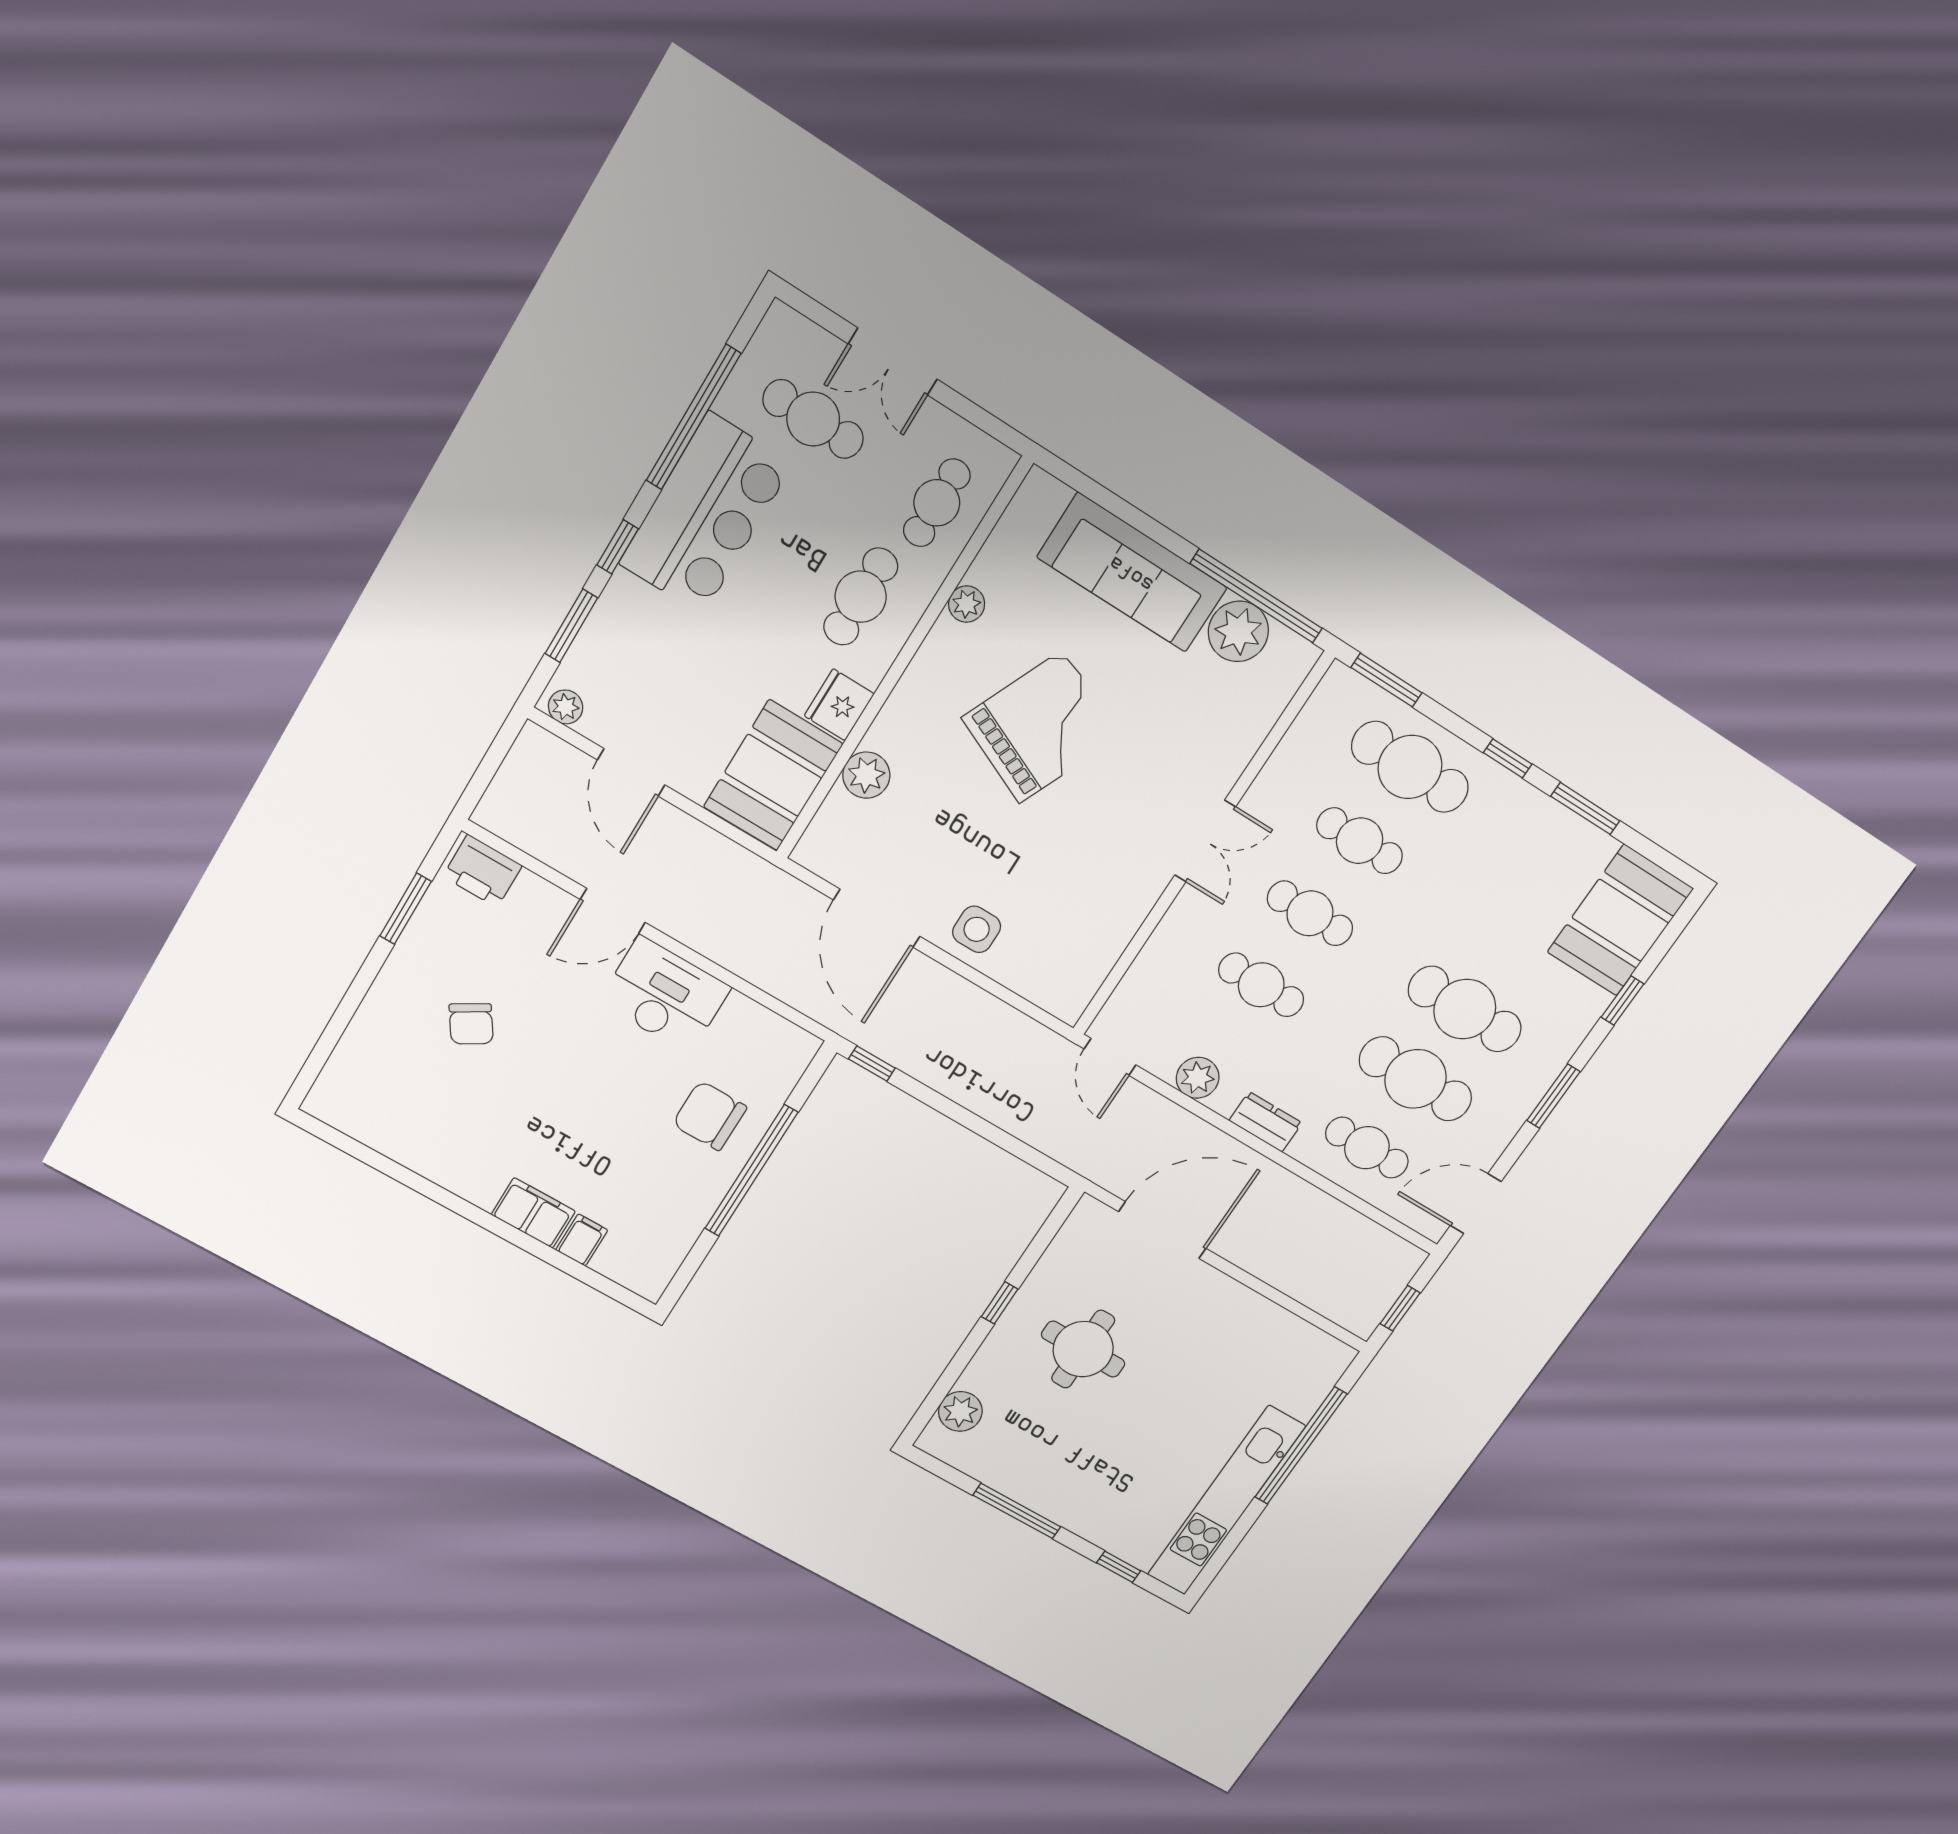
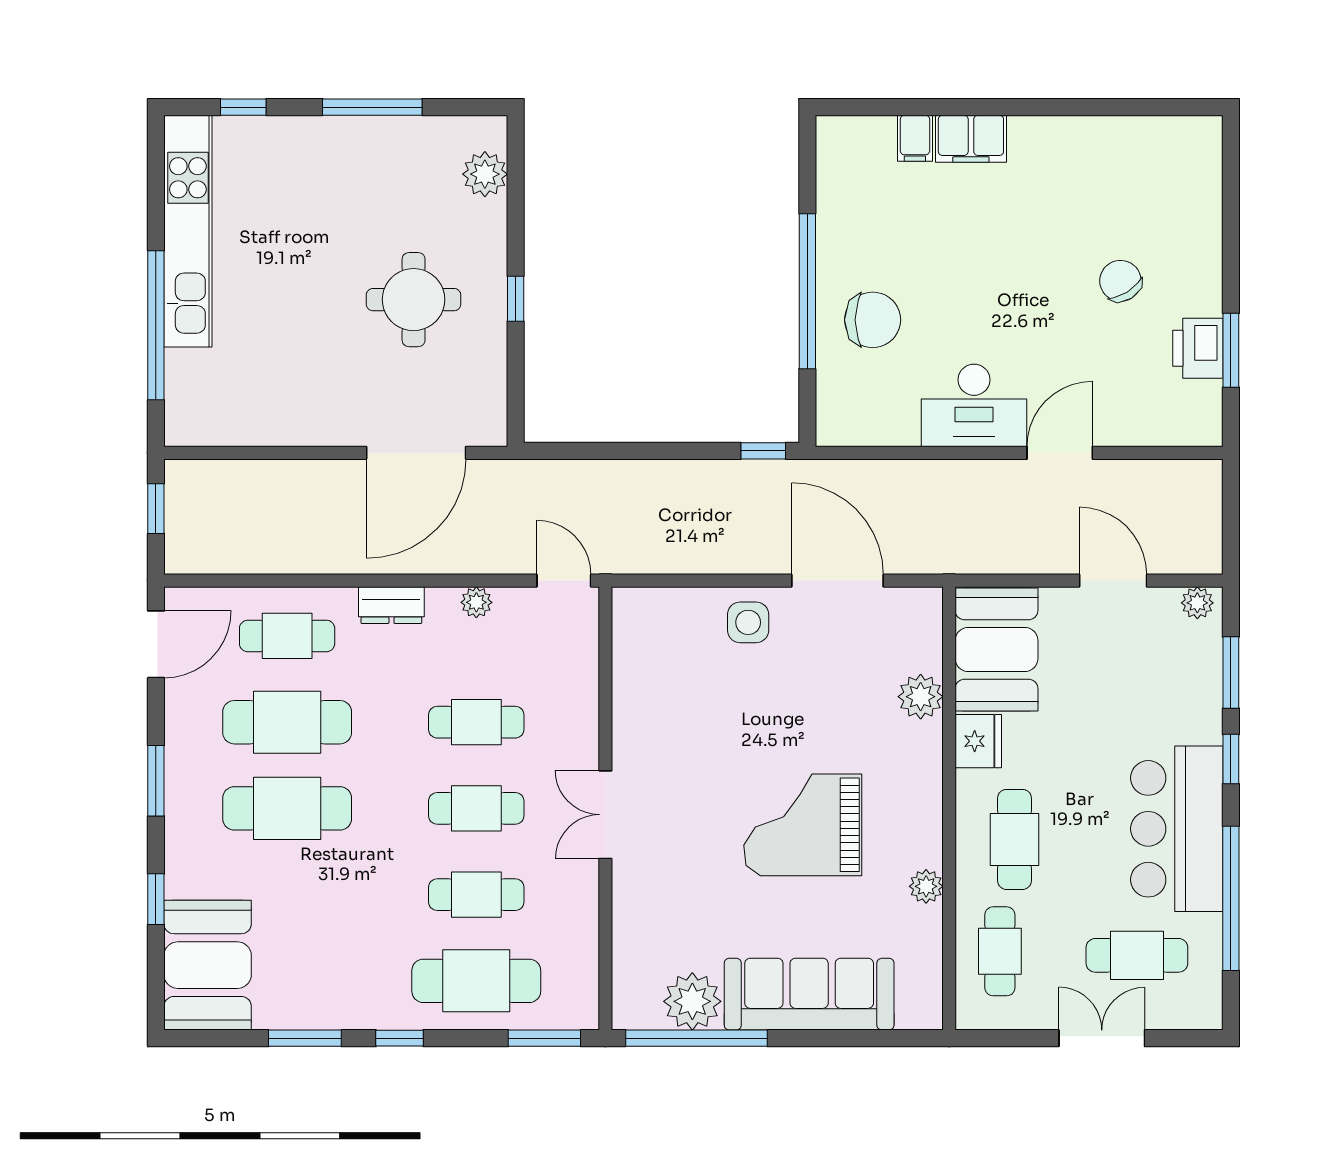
grand piano: (1041, 727) -> (803, 825), turned 66
printer: (482, 871) -> (1198, 348), moved, turned -90
plant: (1198, 1078) -> (476, 602), width x0.73, depth x0.73

